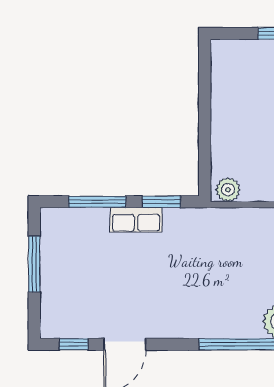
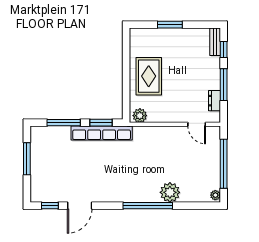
rug: (243, 122) -> (149, 76), added
row of seats: (136, 220) -> (102, 133), width x2.02

